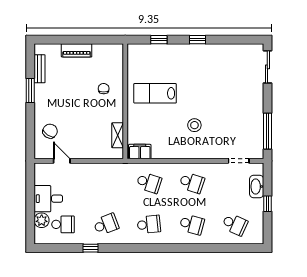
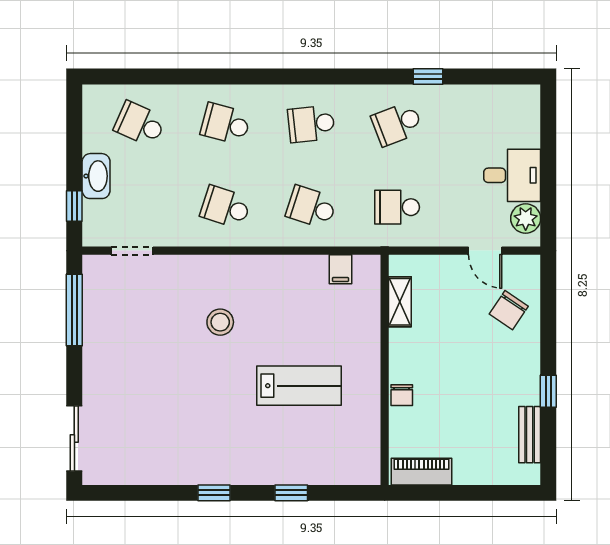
piano: (77, 50) -> (421, 472), moved
window: (30, 91) -> (548, 391), width x0.67
wall: (125, 101) -> (385, 370), moved
shelving: (118, 135) -> (400, 302), moved
filing cabinet: (140, 152) -> (341, 269), width x0.50
washbasin: (257, 187) -> (96, 176), moved
window: (267, 204) -> (74, 206), moved
plant: (42, 220) -> (526, 218), moved
school desk: (63, 224) -> (397, 207), moved

